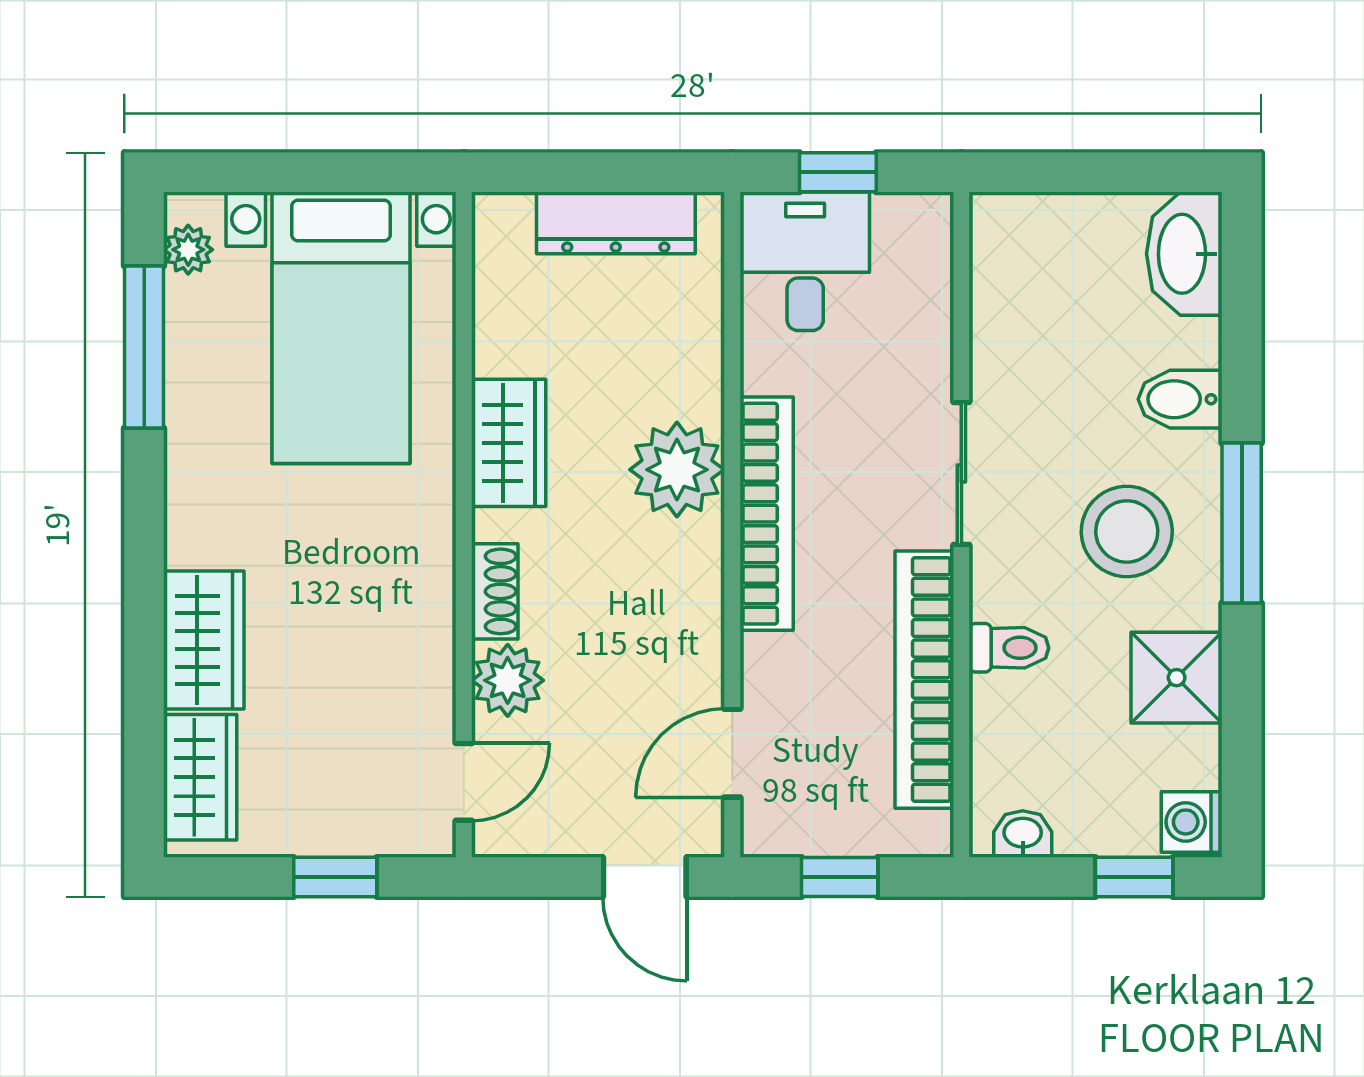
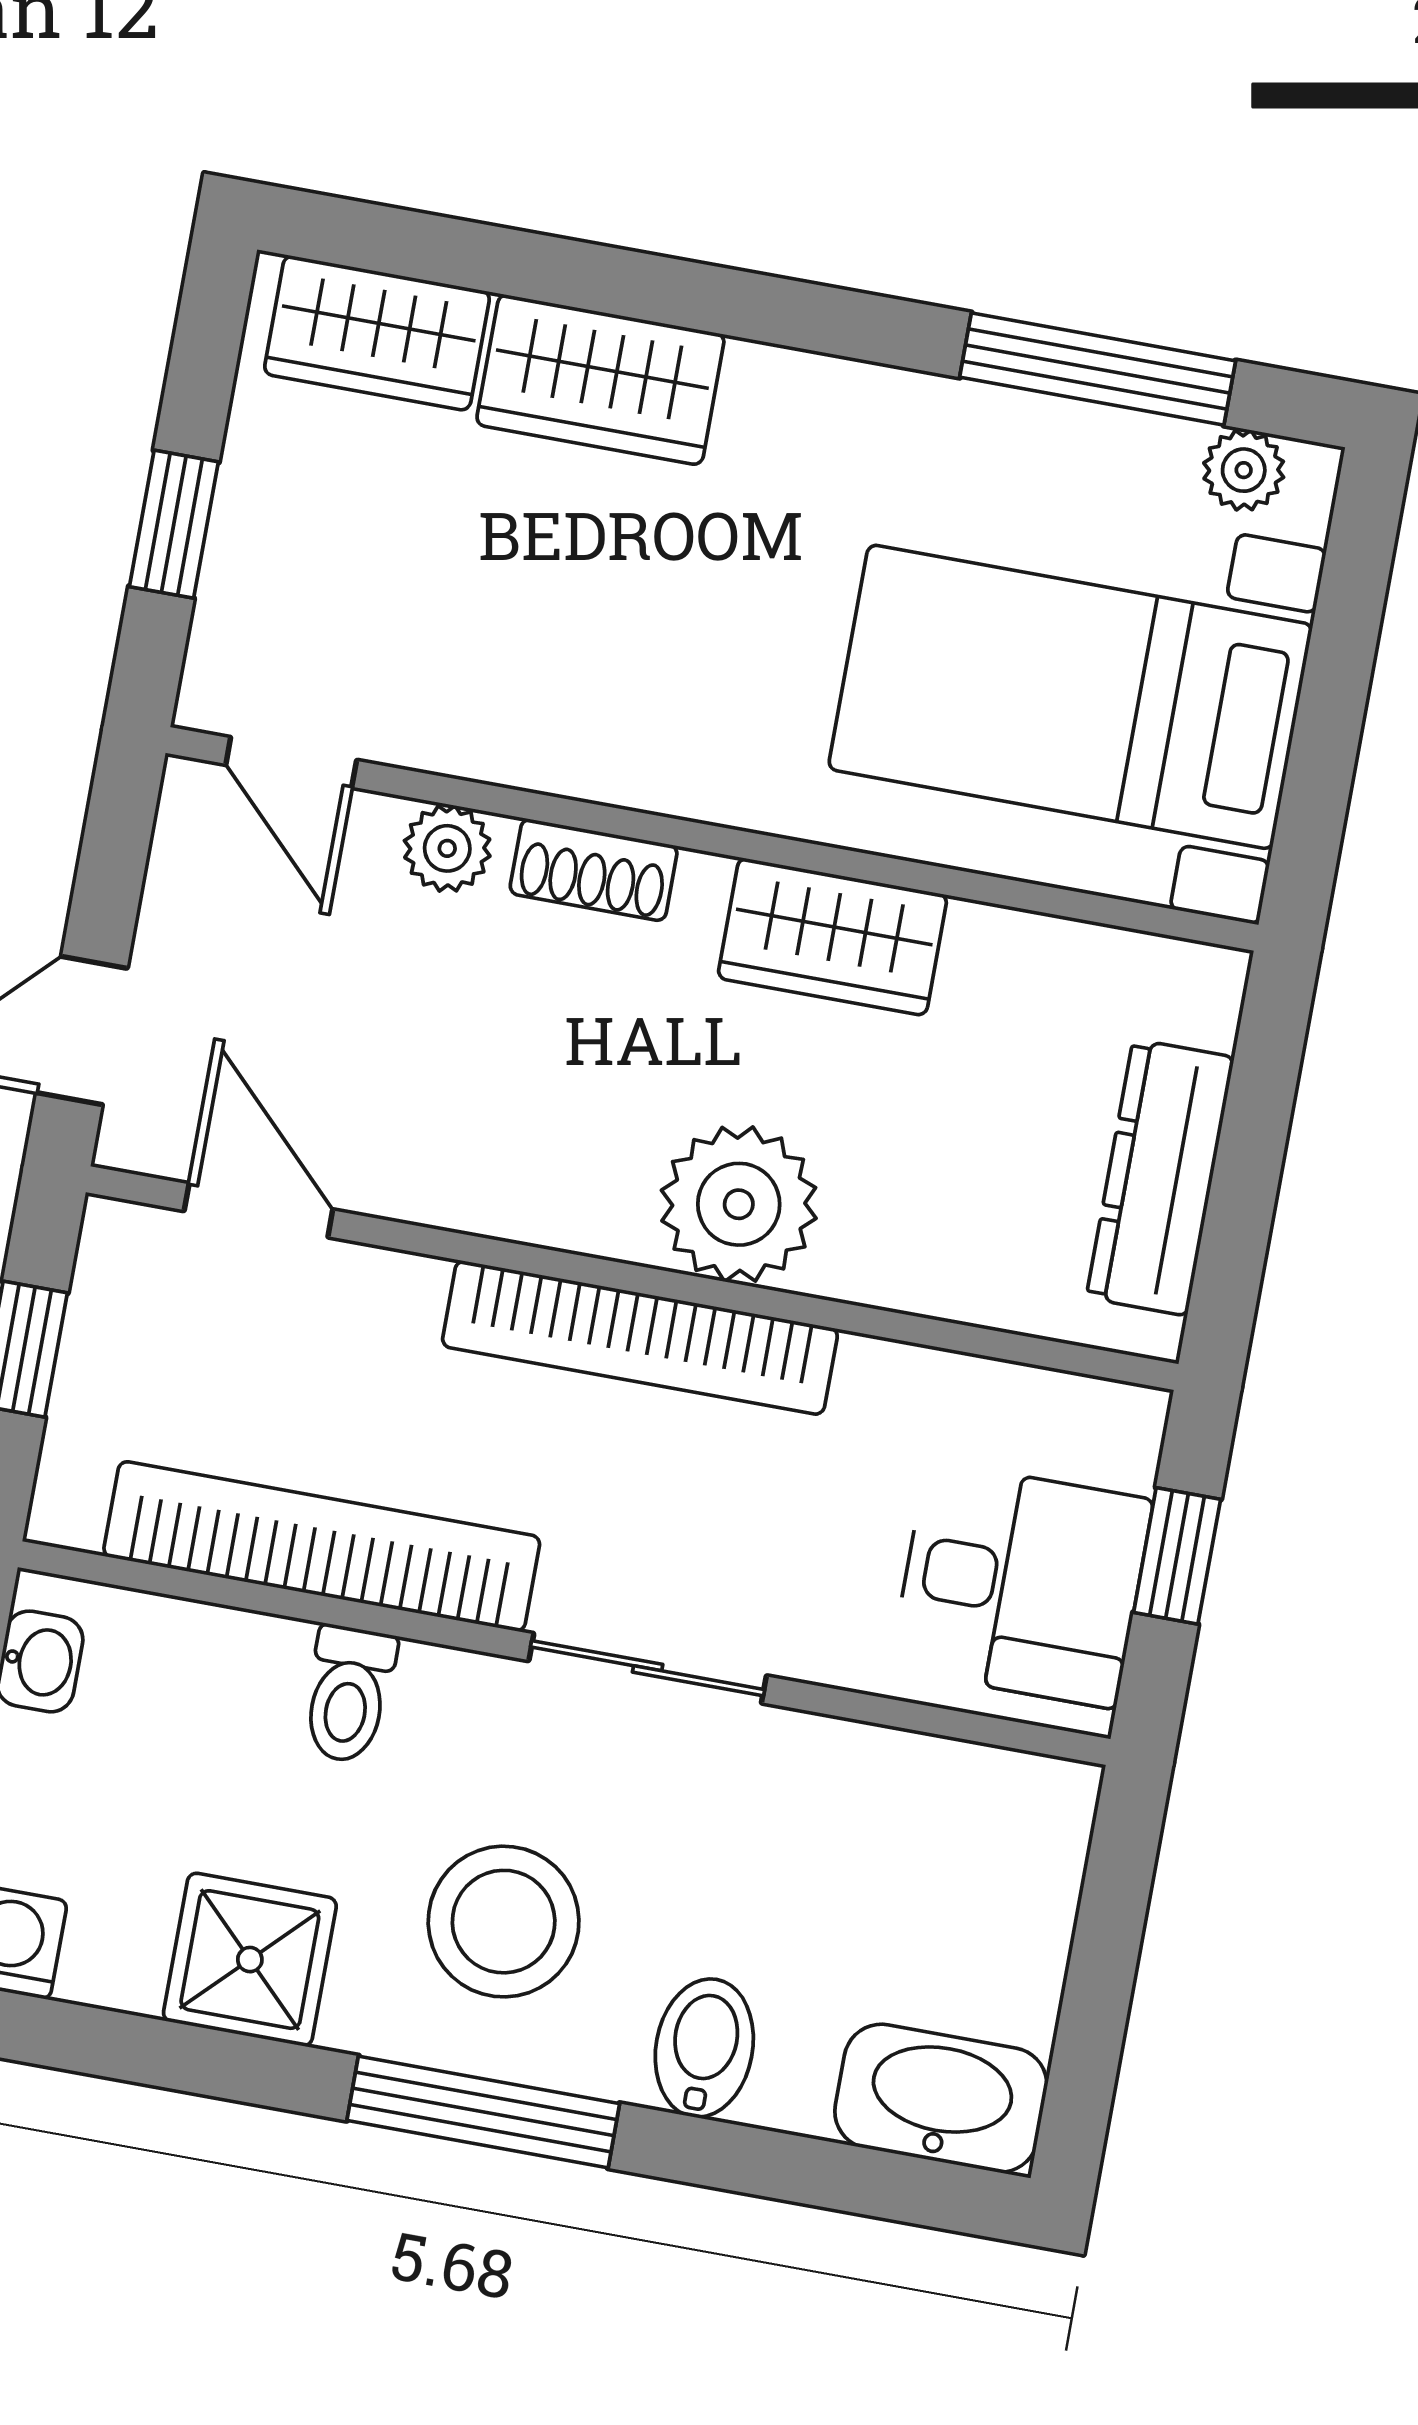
desk: (805, 261) -> (1021, 1584), moved
plant: (508, 680) -> (447, 848), width x0.73, depth x0.73

